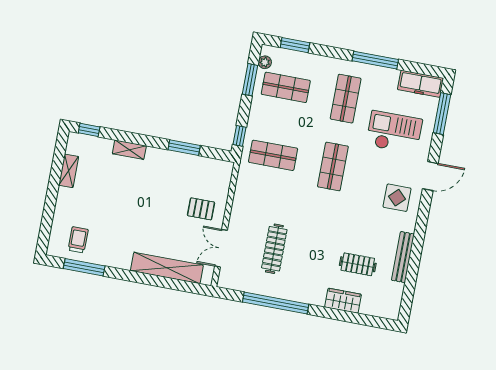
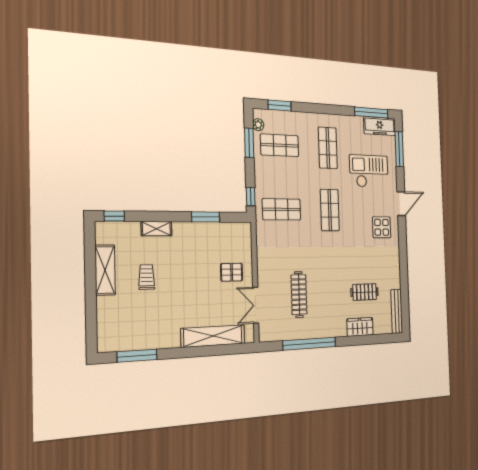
window: (375, 60) -> (371, 113), moved
shelving: (69, 171) -> (105, 270), width x1.50, depth x1.33
trolley: (78, 240) -> (147, 277), moved
bench: (403, 257) -> (397, 311), moved

